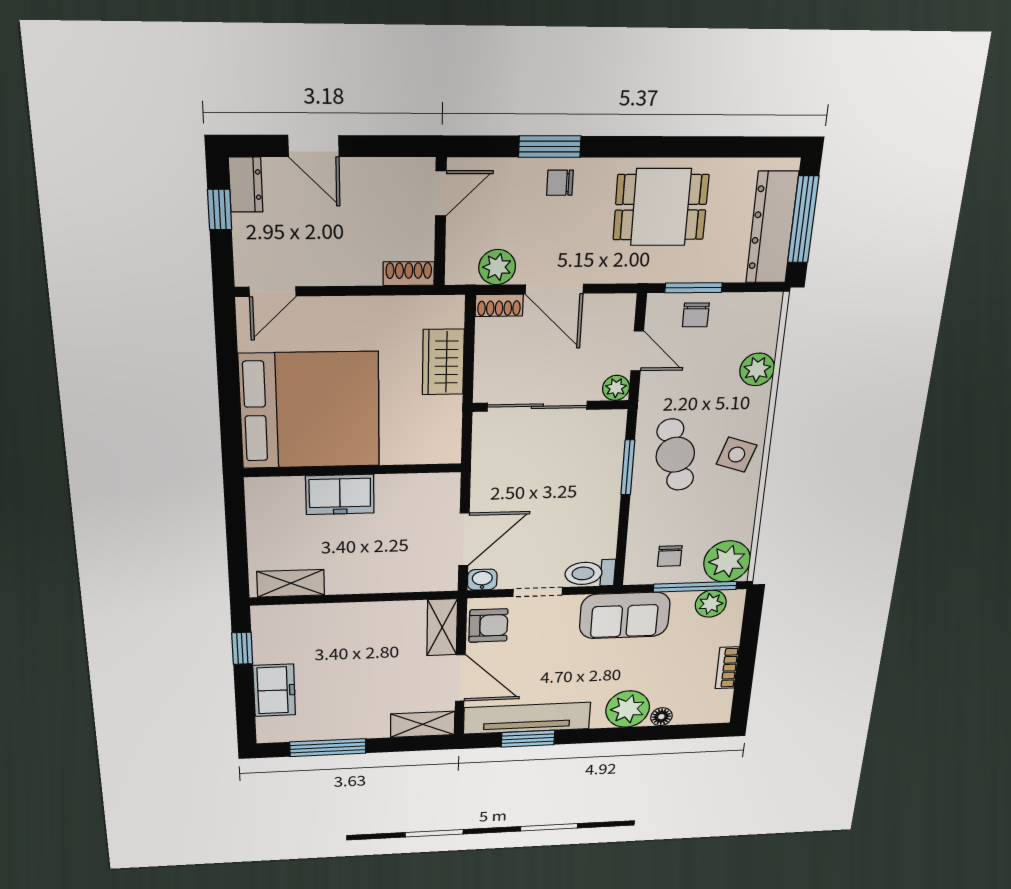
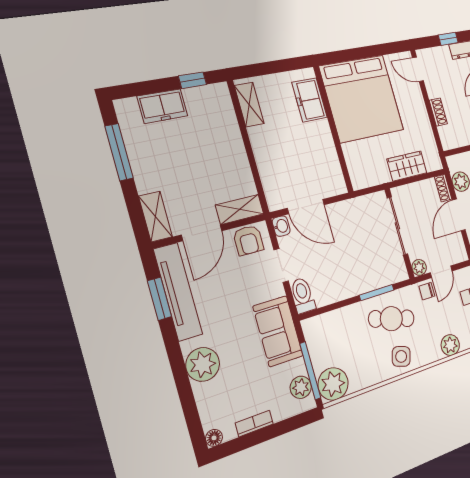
shoe rack: (409, 274) -> (438, 112), moved
cafe table: (675, 455) -> (391, 319), turned 31
freezer: (340, 494) -> (310, 100), moved
chair: (670, 556) -> (427, 291), moved
floor lamp: (661, 717) -> (214, 438), moved

